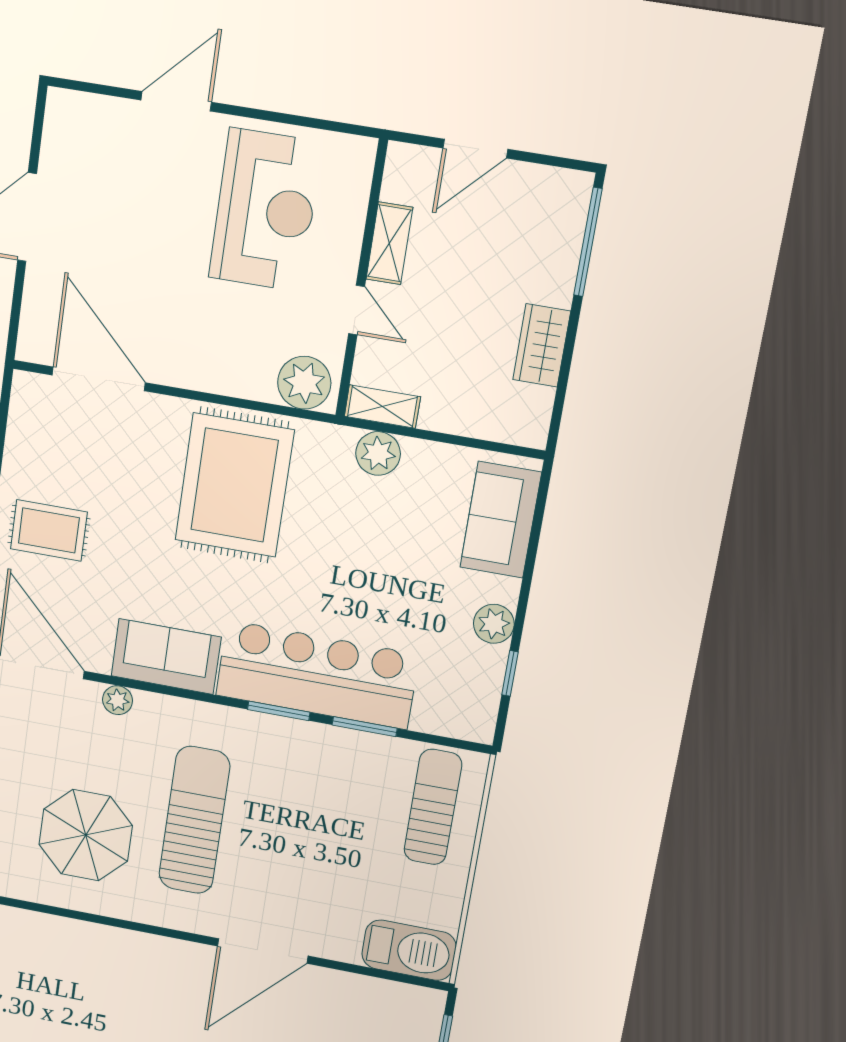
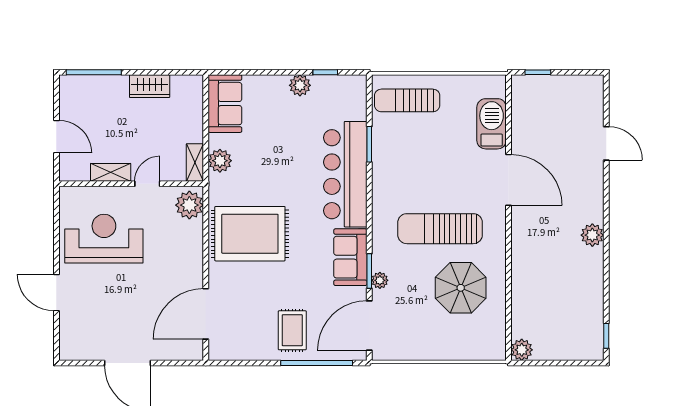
sofa: (501, 520) -> (225, 104), moved, turned -90
window: (279, 711) -> (369, 271), moved
barbecue: (409, 950) -> (492, 124), moved

